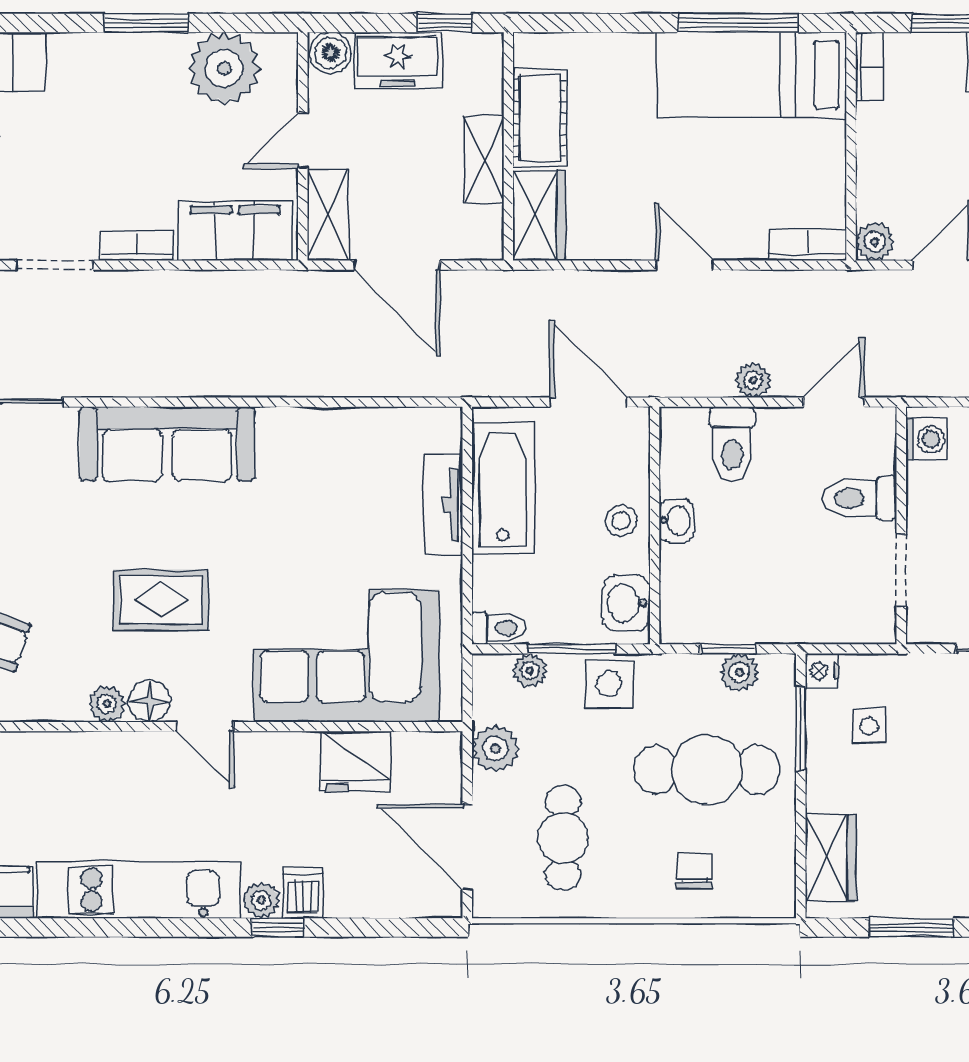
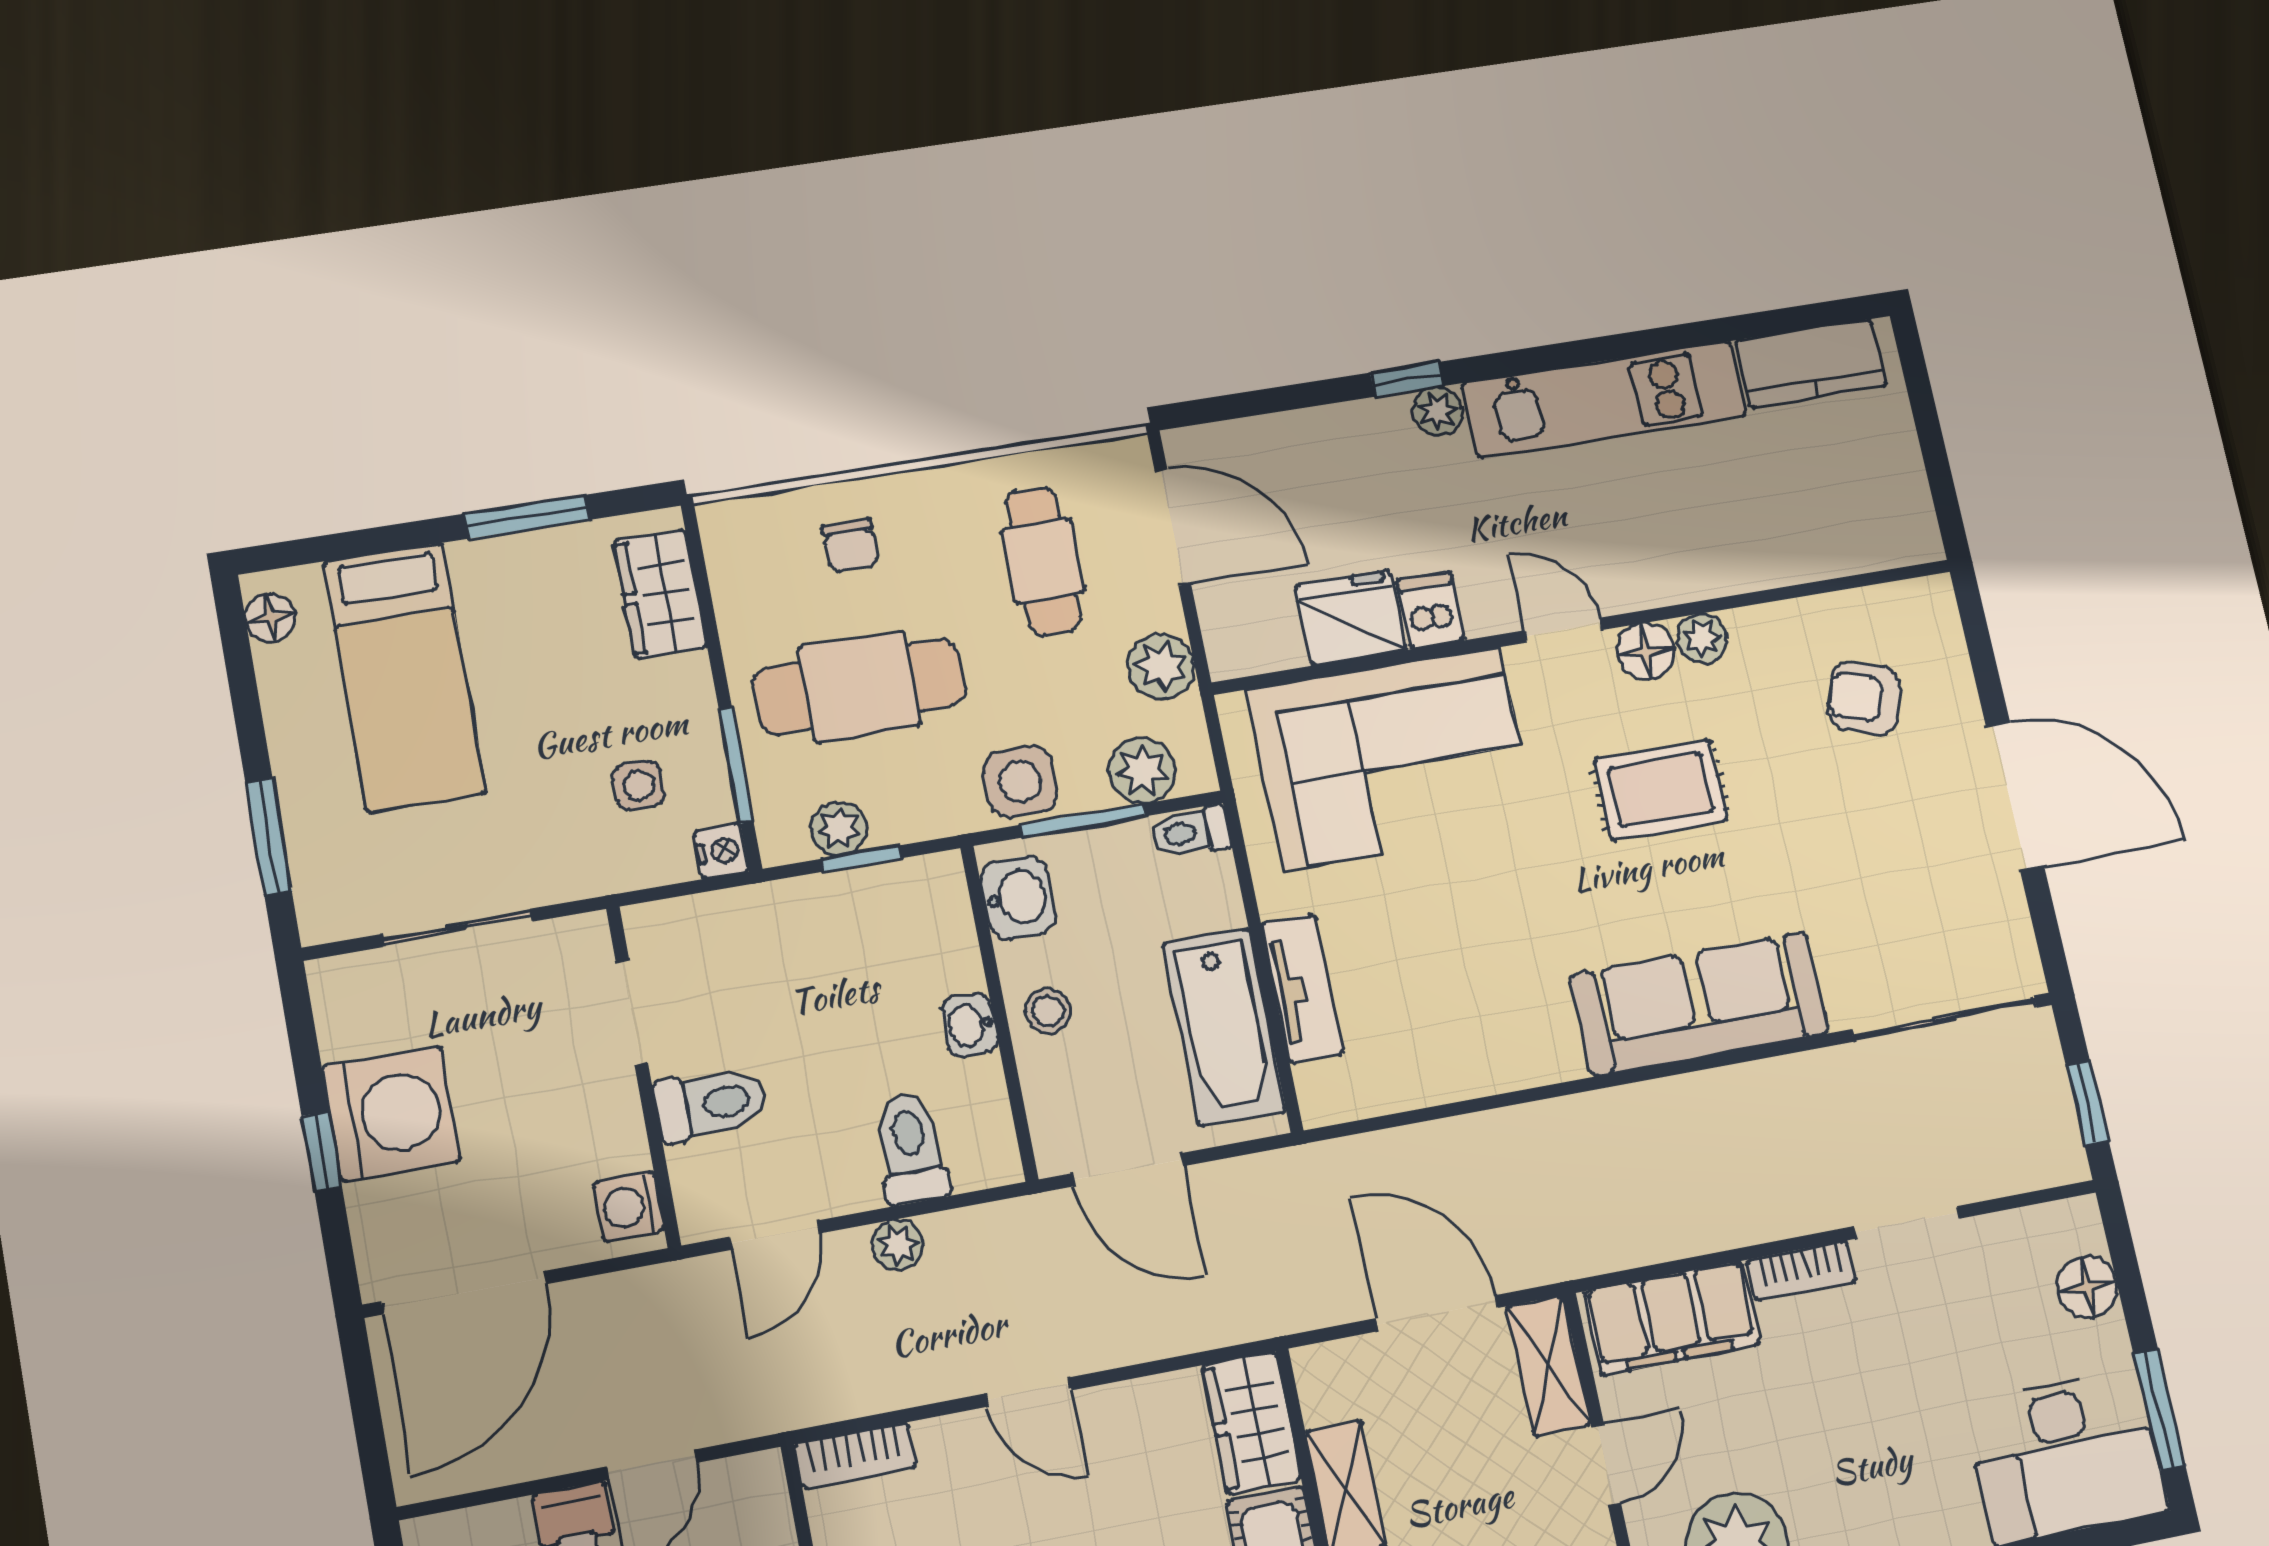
plant: (875, 241) -> (758, 1480), removed
plant: (530, 671) -> (1142, 771), width x1.38, depth x1.38
dishwasher: (303, 893) -> (1431, 610), moved, turned 180

